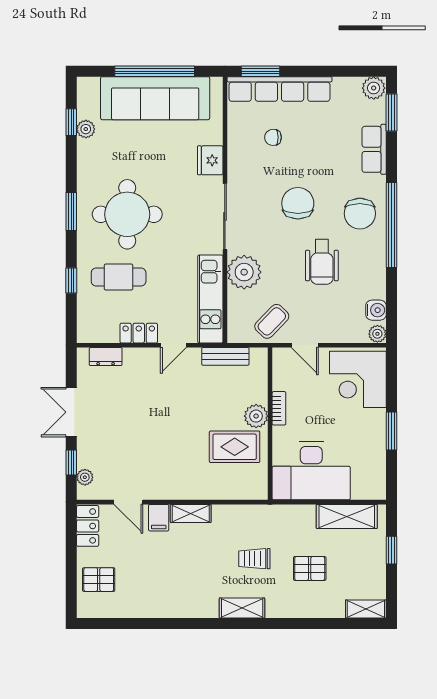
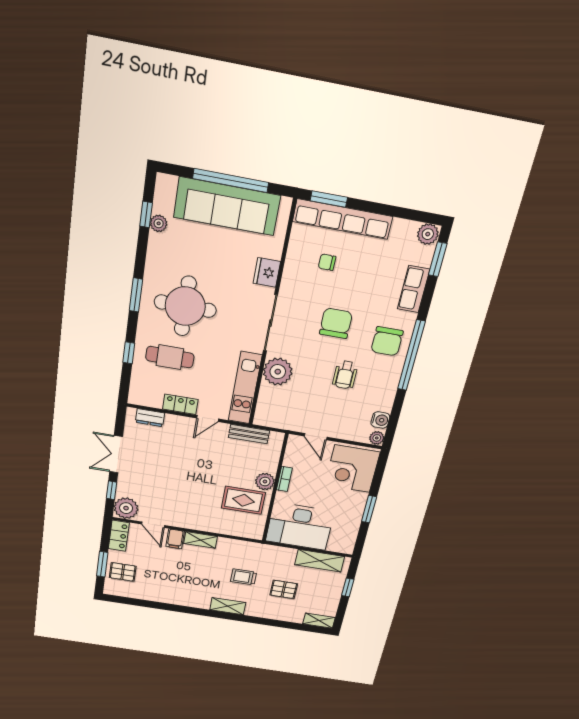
wheelchair: (322, 262) -> (345, 375), width x0.73, depth x0.73
coffee table: (272, 321) -> (293, 414), removed
plant: (85, 477) -> (126, 508), width x1.87, depth x1.87
window: (71, 573) -> (102, 564), added

